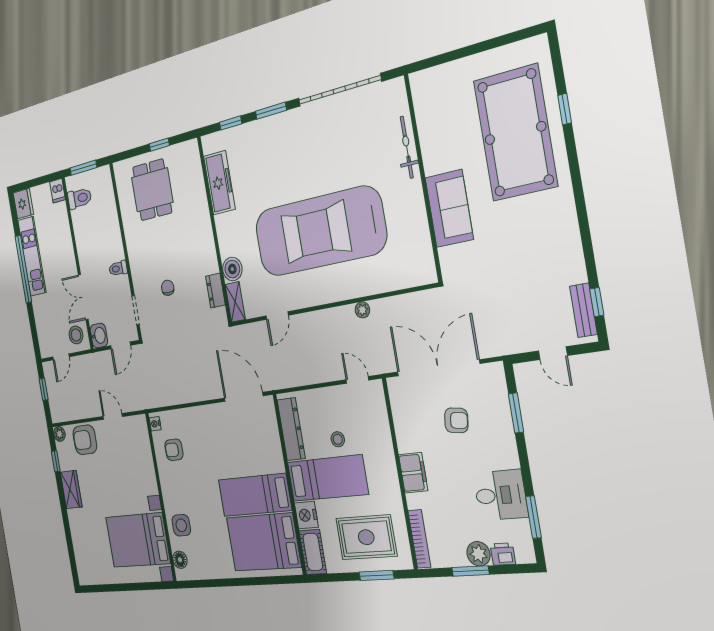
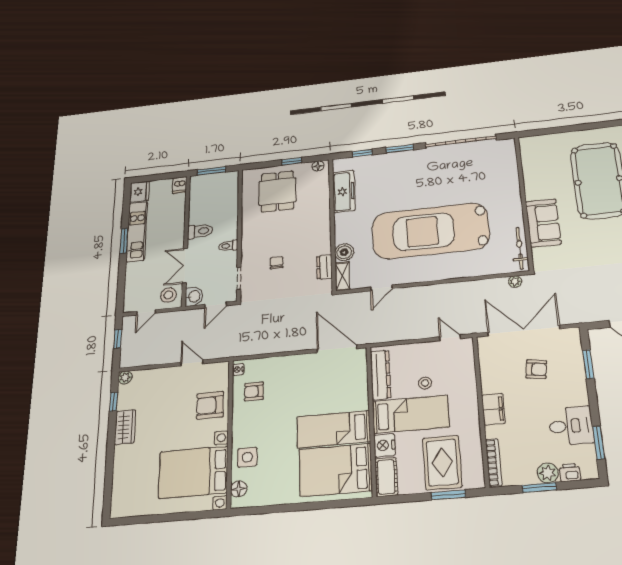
bicycle: (407, 147) -> (520, 248), moved
floor lamp: (187, 148) -> (318, 166), added
toilet: (80, 198) -> (200, 231), moved
window: (23, 269) -> (124, 241), width x0.47
plant: (362, 310) -> (515, 282), moved
armchair: (85, 440) -> (210, 405), moved
rug: (366, 537) -> (442, 463), turned 90

